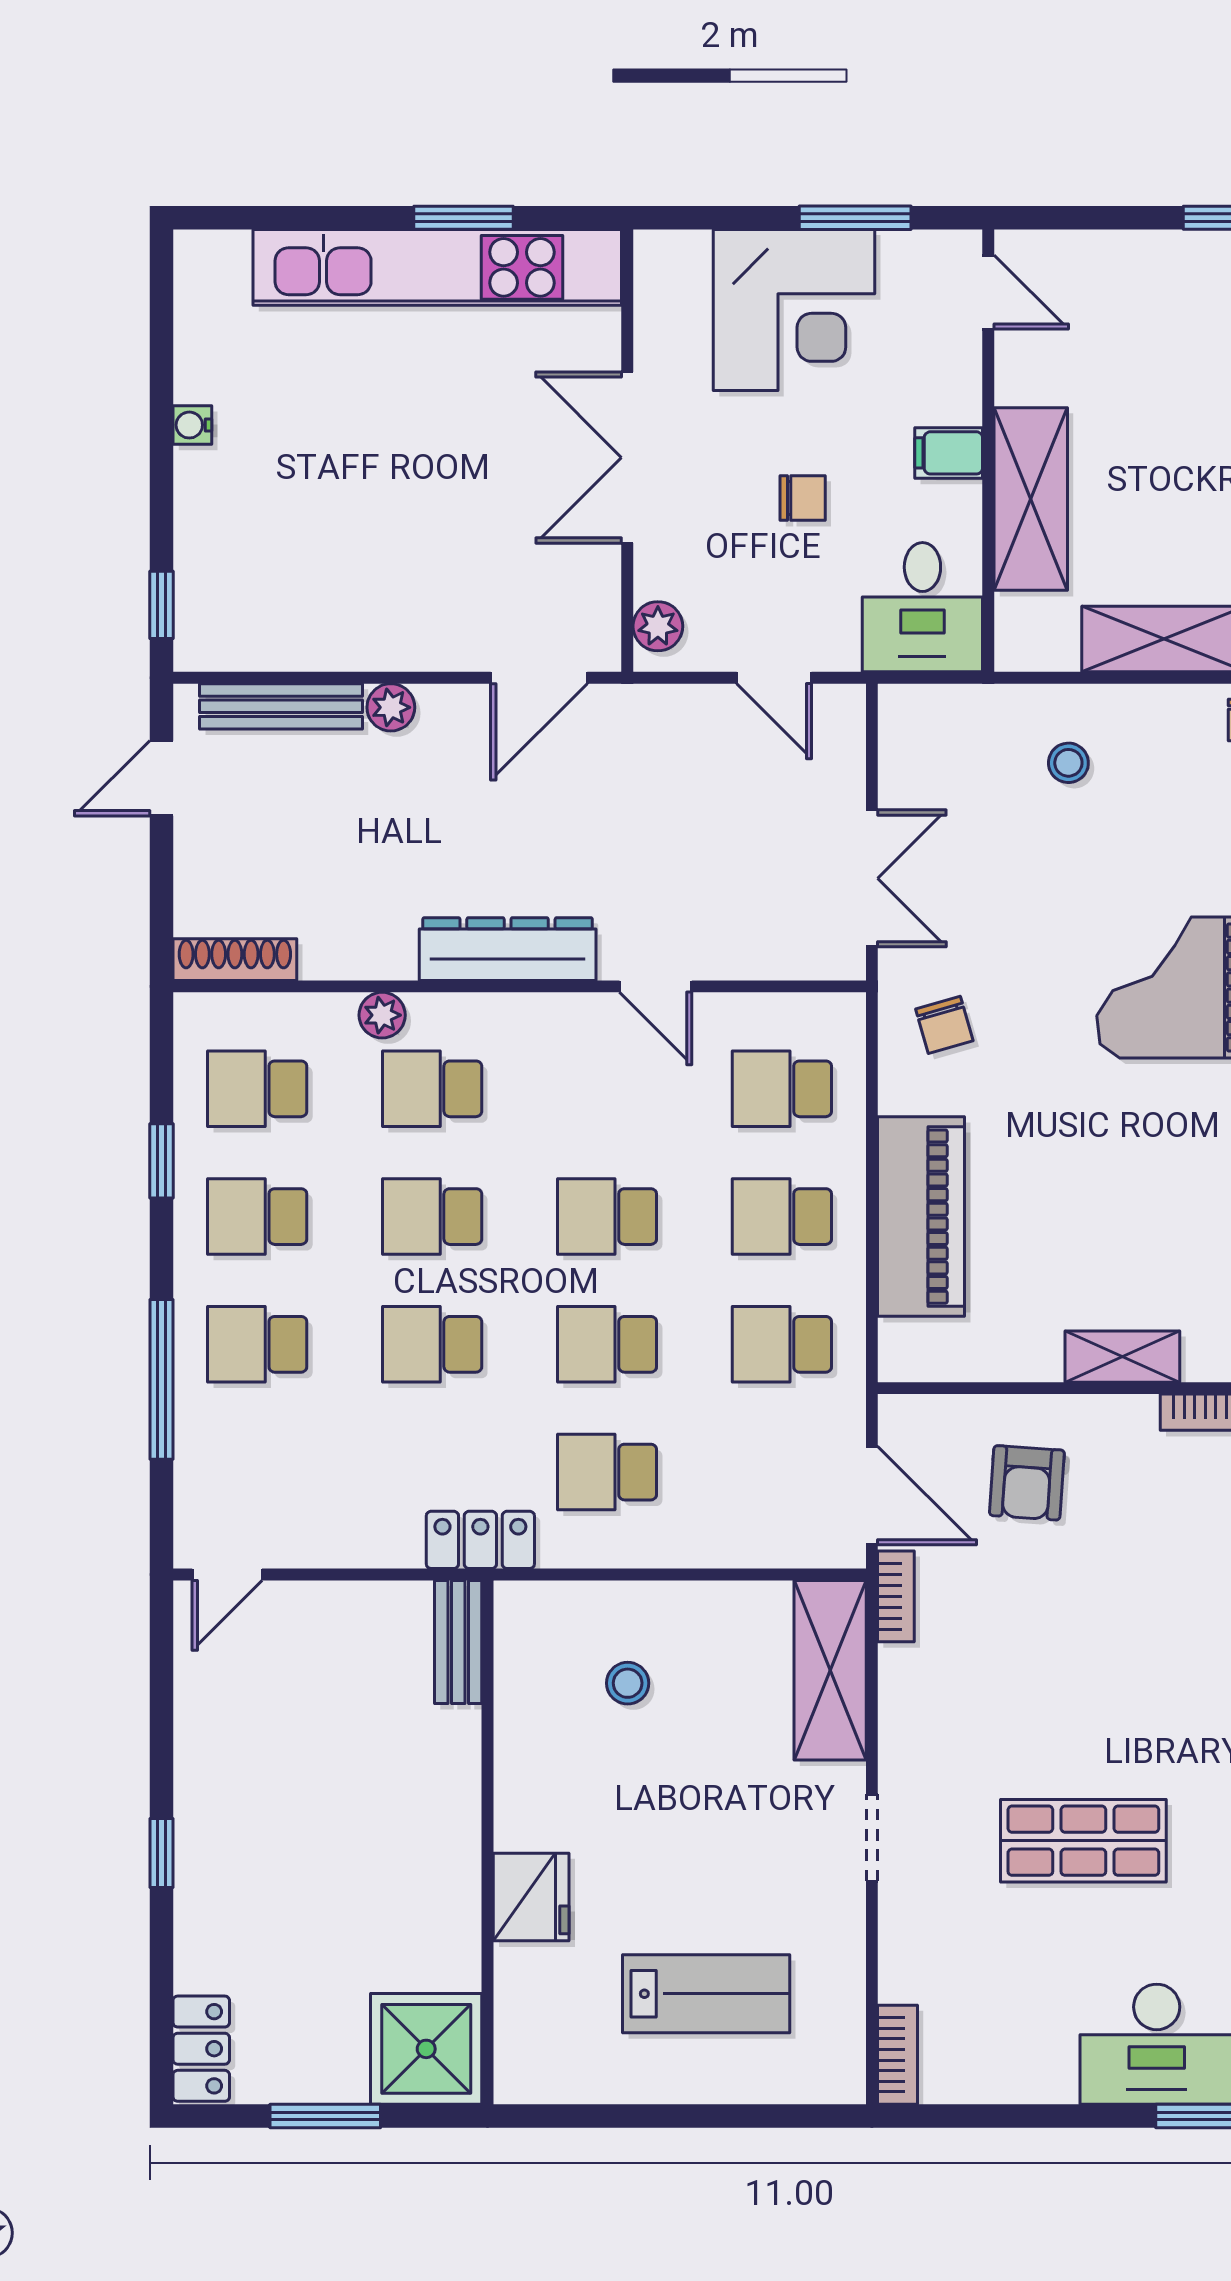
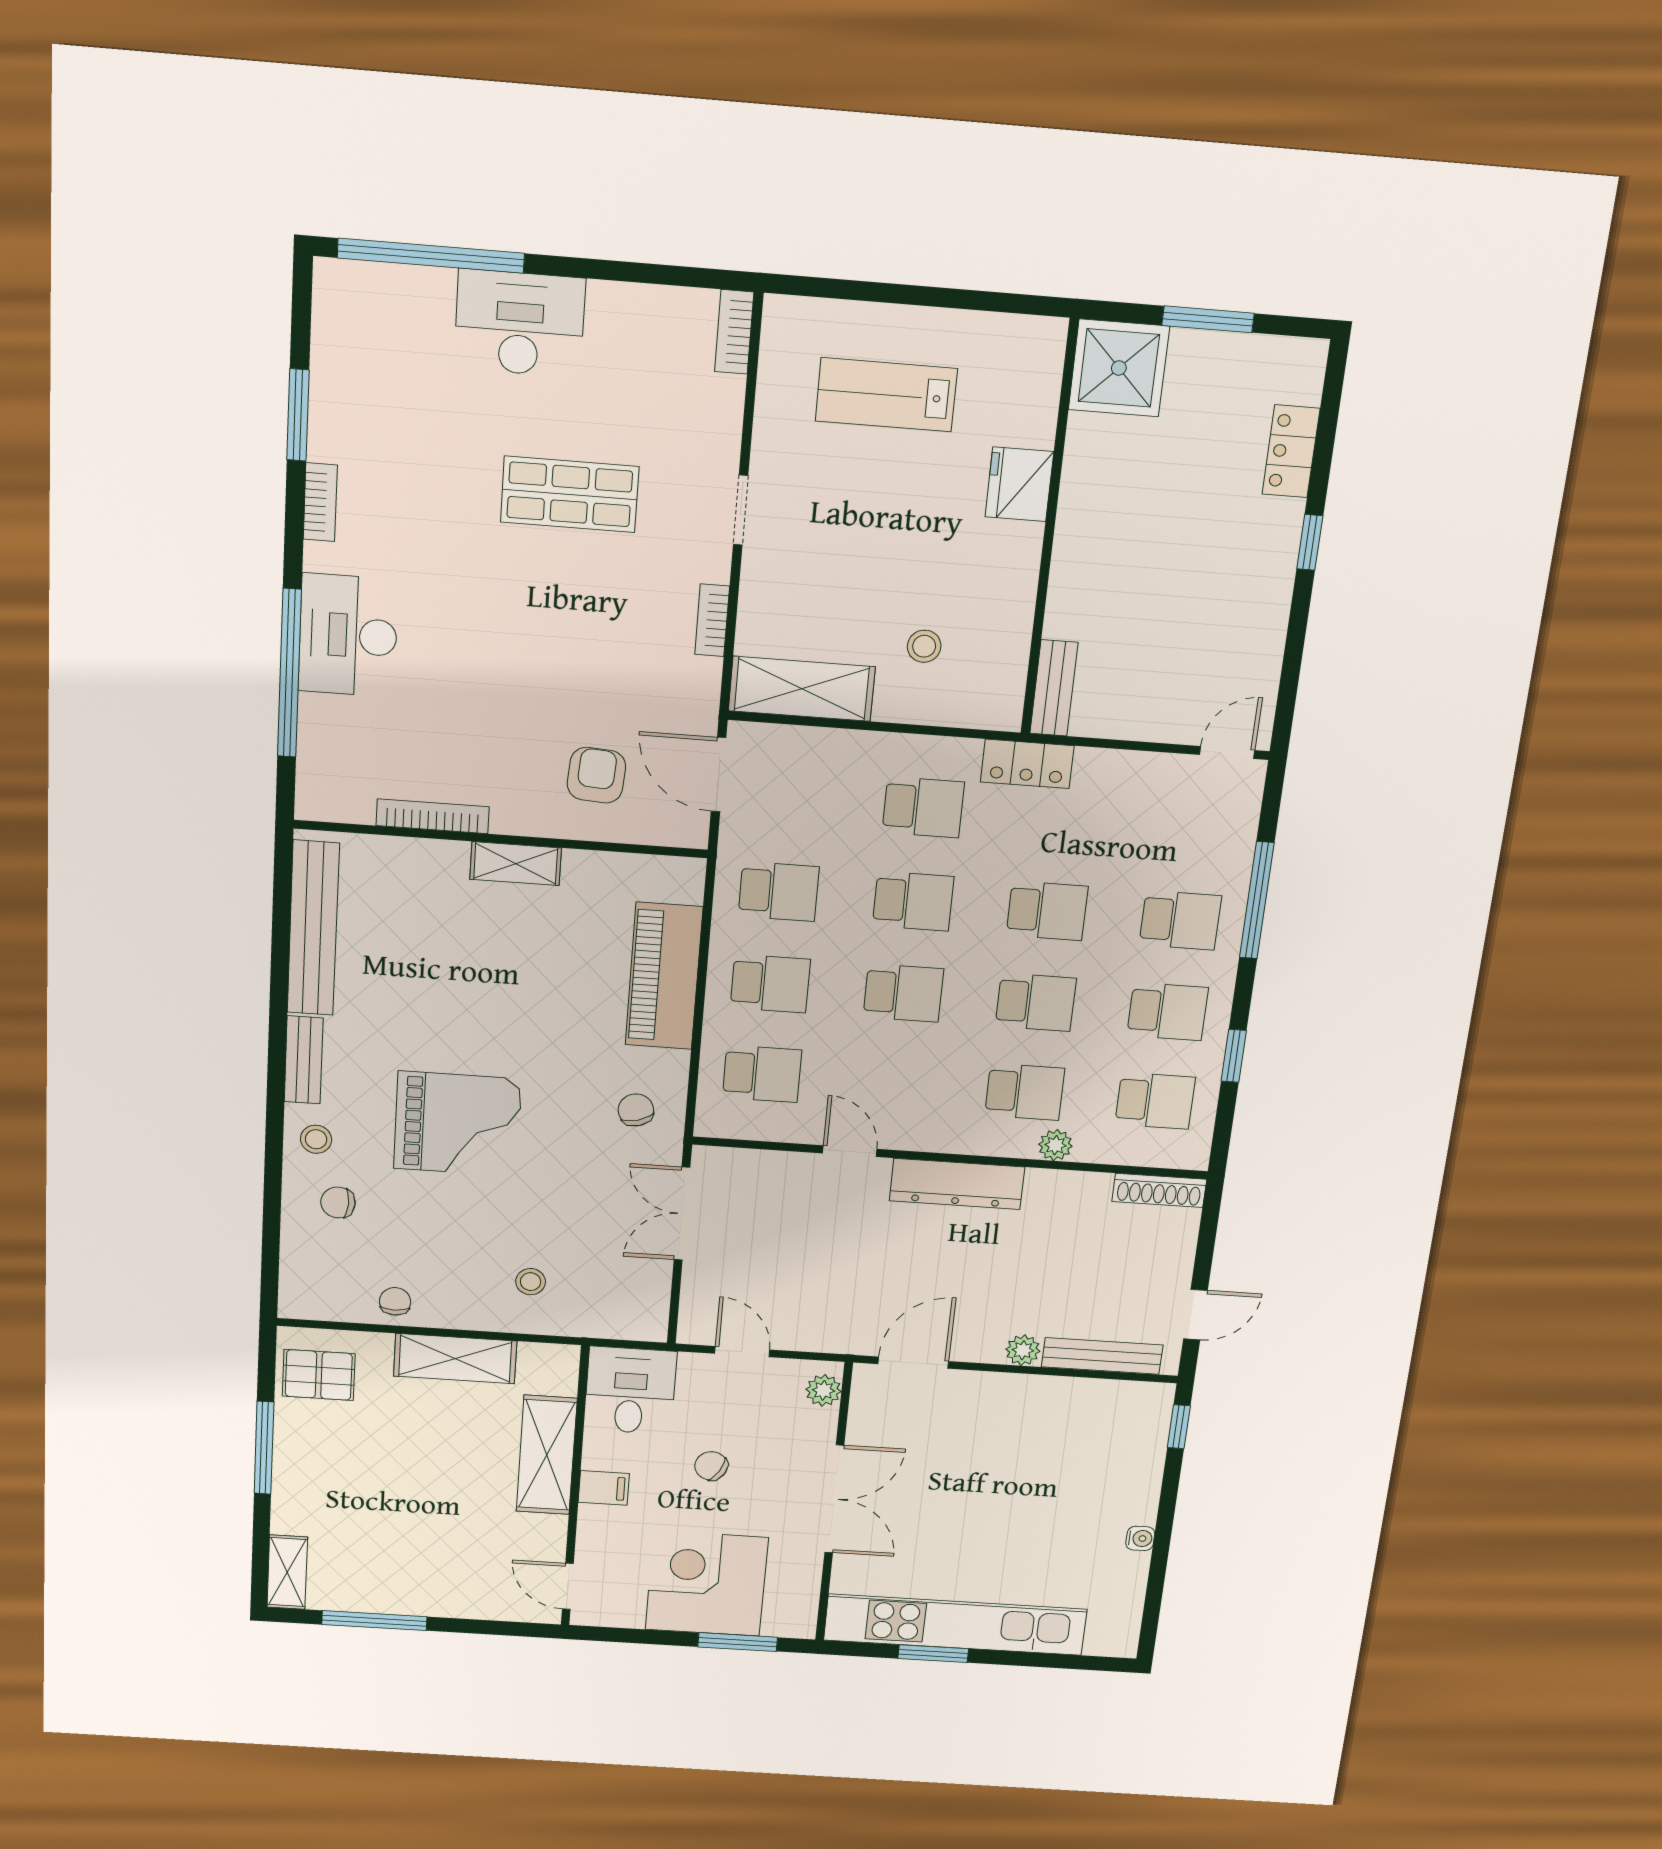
window: (855, 218) -> (738, 1642), moved
chair: (803, 498) -> (711, 1466), turned 30
bookcase: (896, 1596) -> (712, 620), moved
shelving: (830, 1670) -> (802, 689), moved, turned 90
locker: (201, 2049) -> (1291, 451), moved

